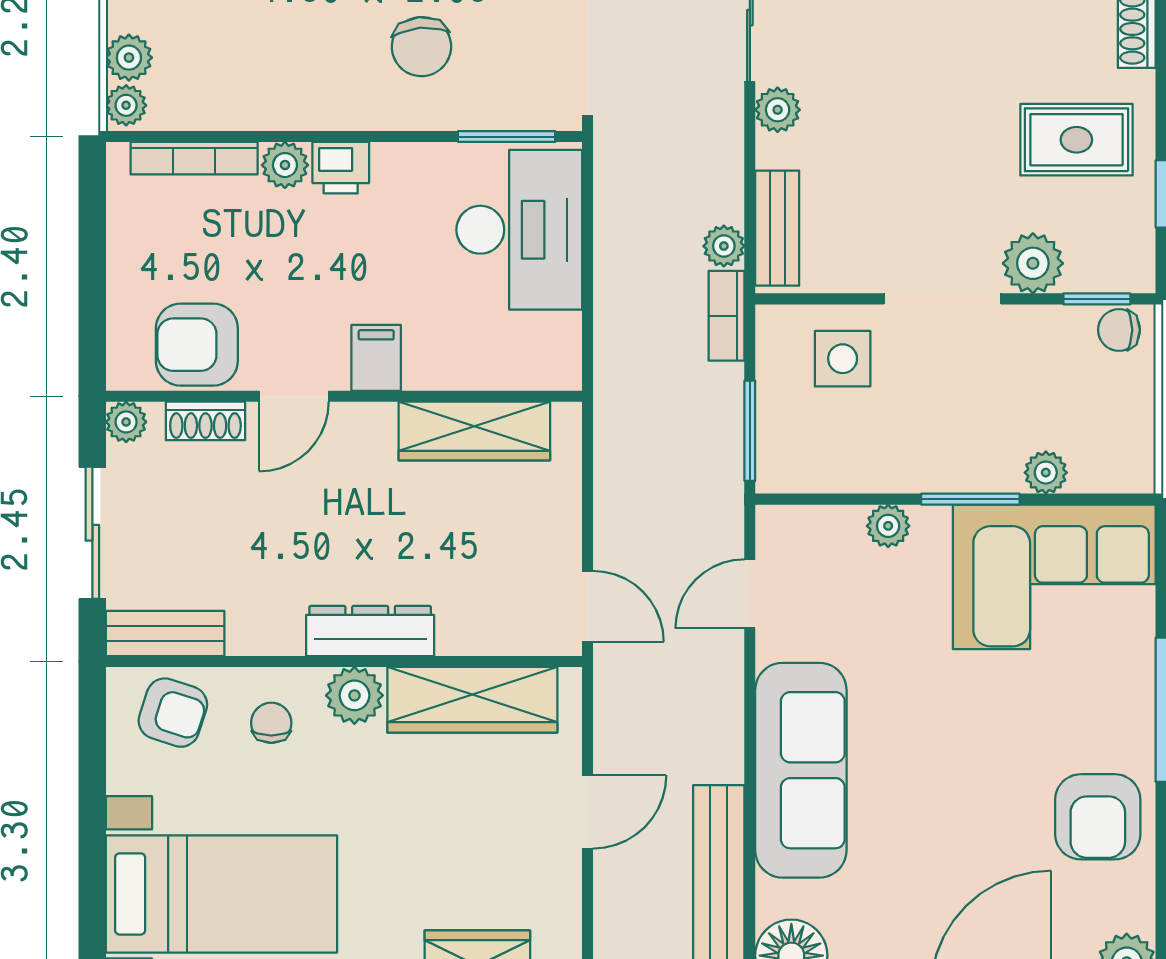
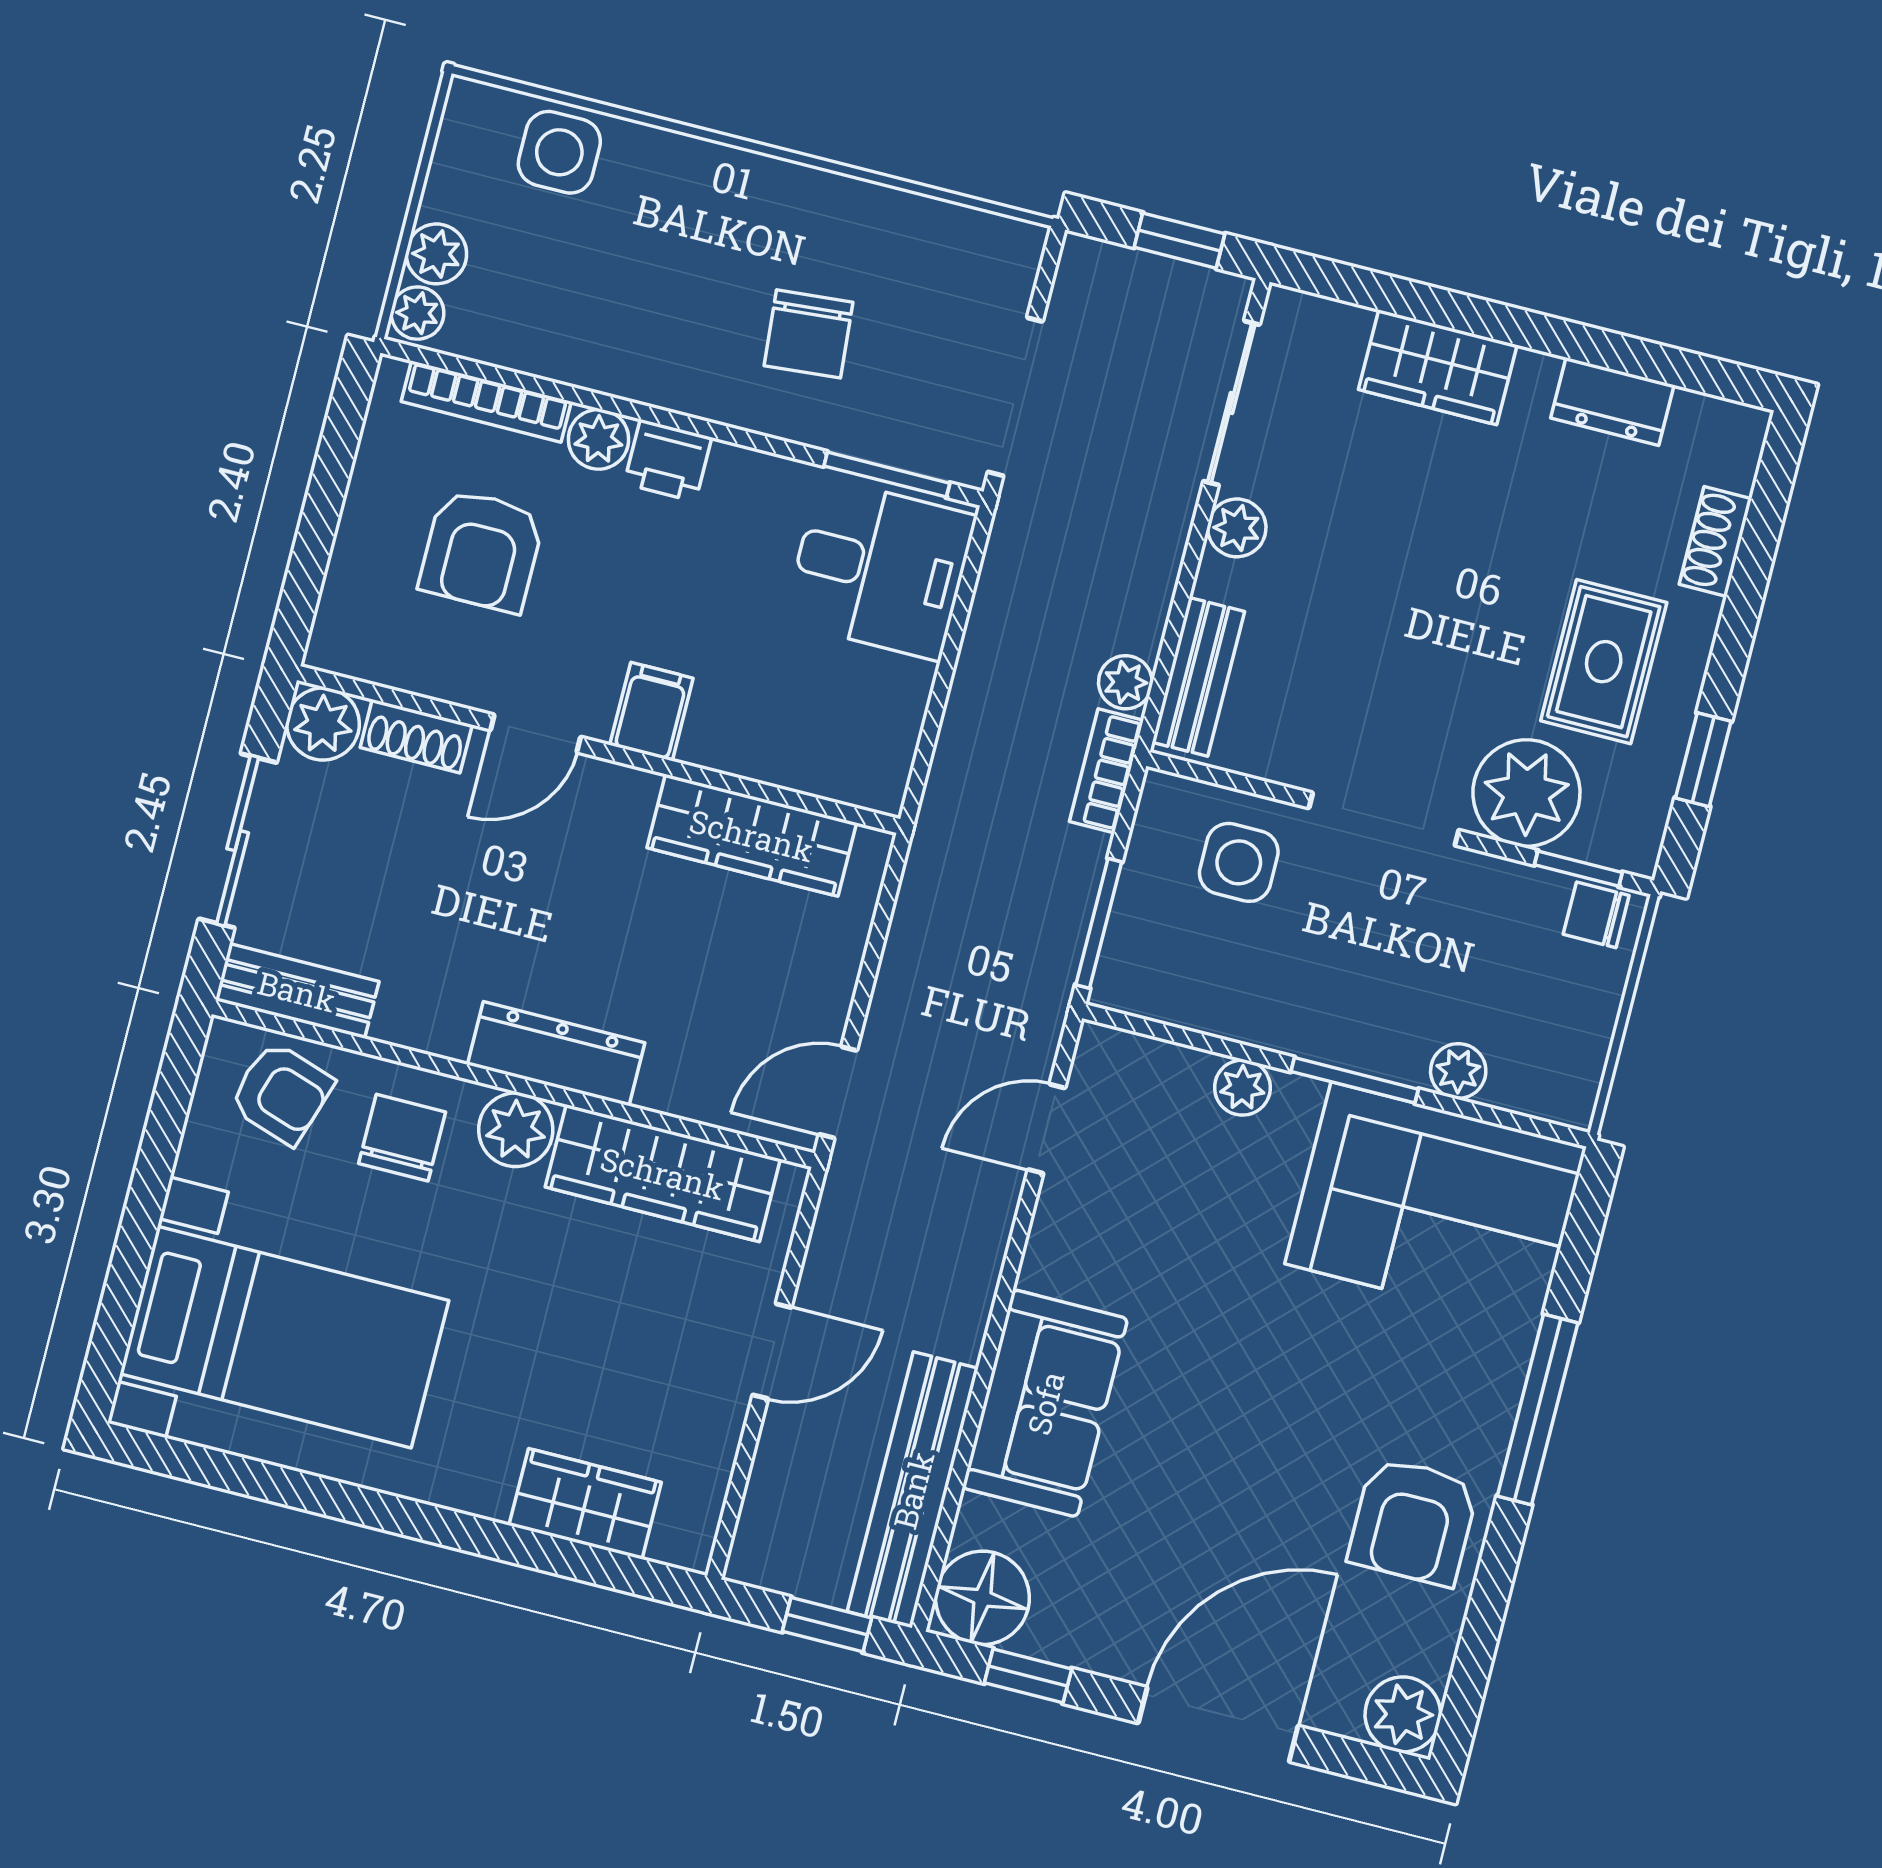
rug: (1076, 140) -> (1604, 662), turned 90
desk: (519, 230) -> (880, 569), width x0.73
plant: (1033, 263) -> (1526, 793), width x1.36, depth x1.36
armchair: (197, 345) -> (482, 551), moved, turned -90
plant: (126, 422) -> (323, 724), width x1.38, depth x1.38
door: (587, 606) -> (838, 1092), swing flipped
chair: (271, 723) -> (402, 1138), width x1.37, depth x1.37
sofa: (801, 770) -> (1045, 1403), width x0.73

